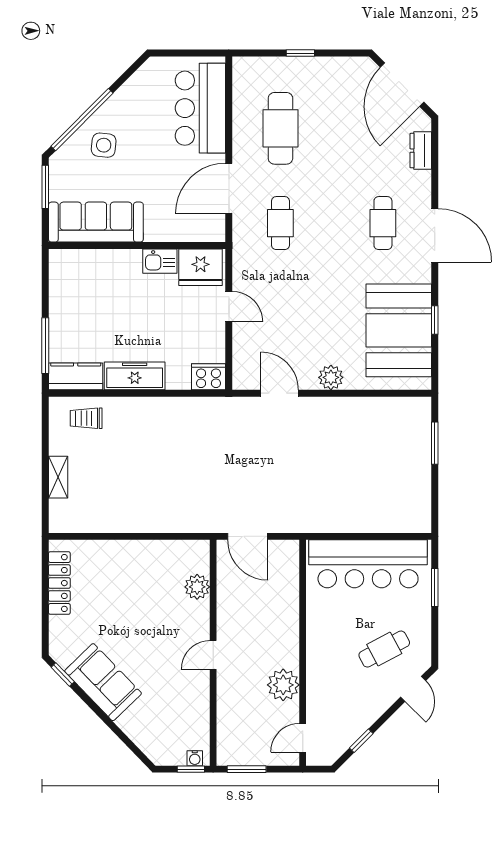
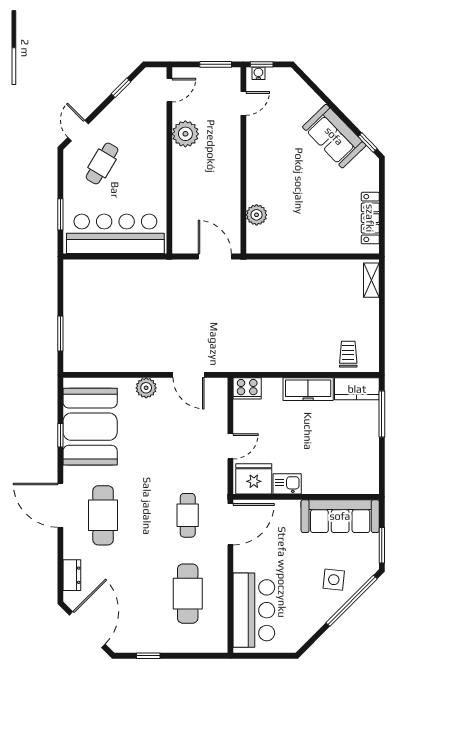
window: (300, 53) -> (148, 656), moved
door: (229, 188) -> (230, 524), moved
cafe table: (383, 223) -> (103, 515), width x1.37, depth x1.35
door: (229, 306) -> (230, 446), swing flipped
trolley: (86, 418) -> (348, 354), turned -90
shelving: (58, 477) -> (371, 280), moved
cafe table: (384, 649) -> (102, 163), turned -31
door: (213, 655) -> (243, 103), moved

